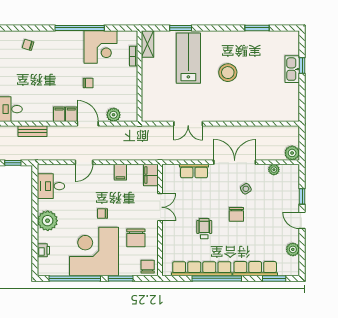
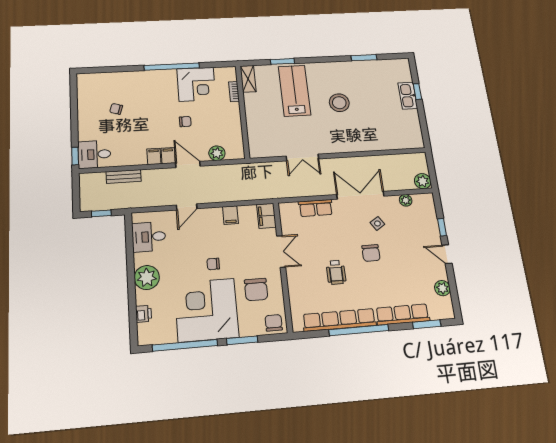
chair: (28, 45) -> (116, 109), moved
wheelchair: (204, 229) -> (336, 272), turned 180

